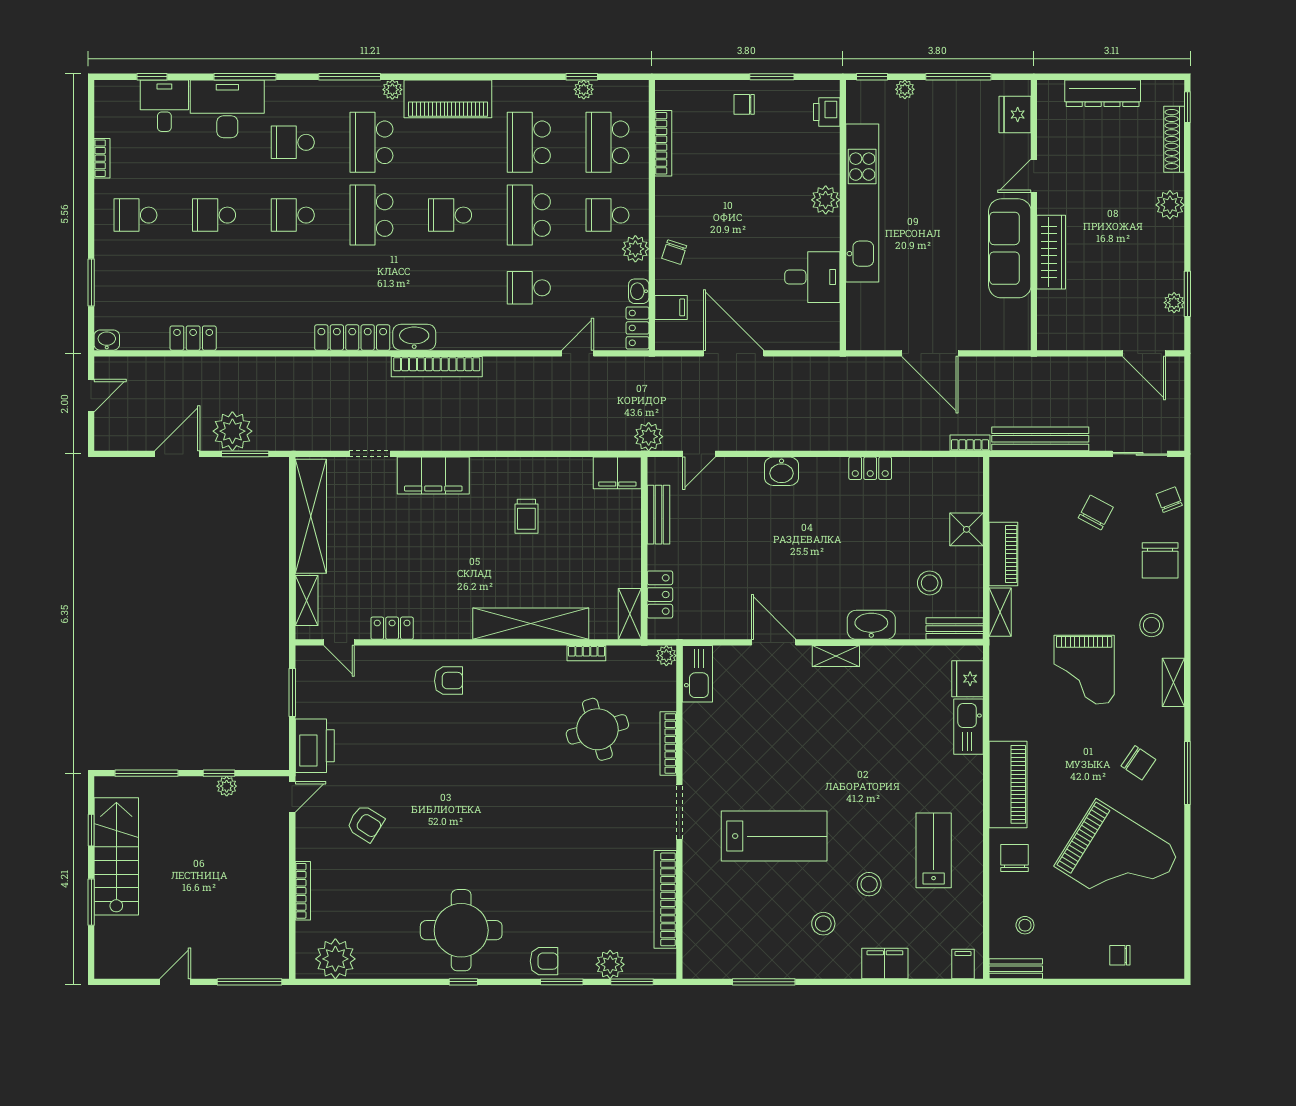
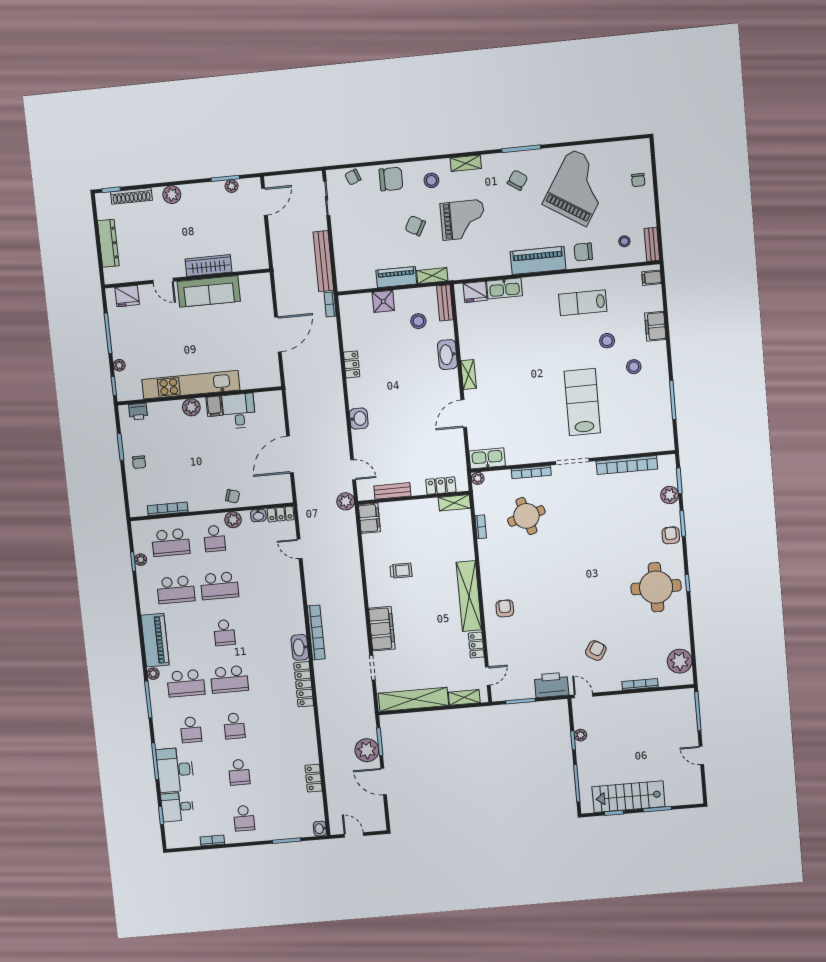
school desk: (529, 288) -> (263, 582), removed
filing cabinet: (671, 307) -> (214, 406), moved, turned 180
chair: (1096, 512) -> (415, 226), moved
shelving: (531, 624) -> (469, 596), moved

